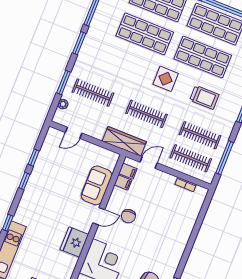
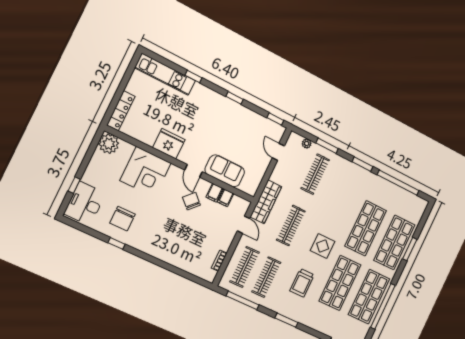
window: (34, 158) -> (275, 119), moved
filing cabinet: (128, 171) -> (214, 193), moved
chair: (128, 216) -> (191, 201), turned 51

